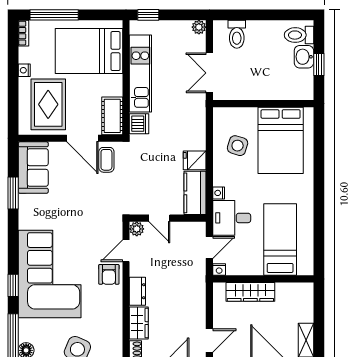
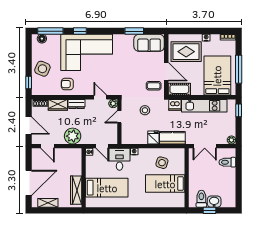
window: (54, 15) -> (239, 69), moved
toilet: (299, 35) -> (201, 199), moved
double door: (209, 73) -> (205, 146), swing flipped
door: (82, 138) -> (166, 72), swing flipped
bed: (281, 140) -> (165, 184), width x0.67
stool: (148, 175) -> (145, 110), added
kitchen counter: (195, 193) -> (172, 138), moved
armchair: (109, 274) -> (67, 84), moved
wardrobe: (250, 292) -> (76, 190), moved
plant: (192, 298) -> (73, 136), added

